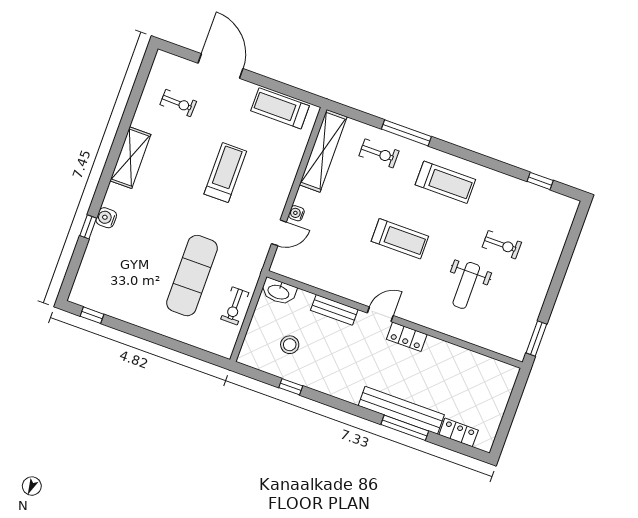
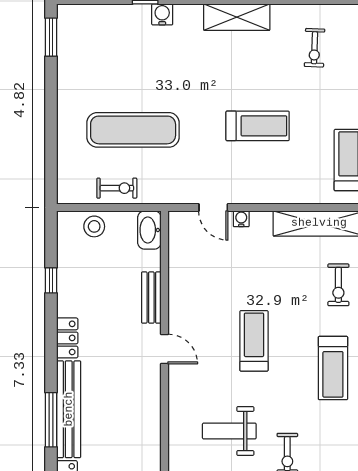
treadmill: (400, 239) -> (254, 341), turned 180
exercise bike: (235, 306) -> (117, 188), turned 180
window: (92, 315) -> (51, 37), width x1.50
locker: (407, 337) -> (67, 338), moved, turned 180
stool: (290, 345) -> (94, 226), moved

